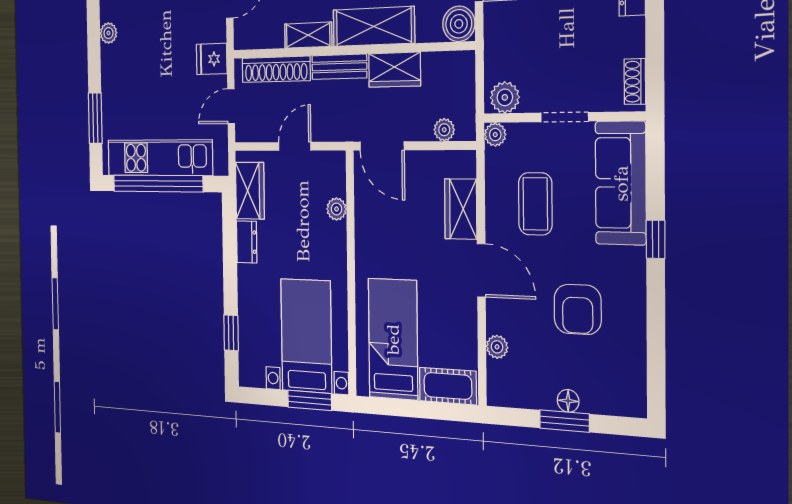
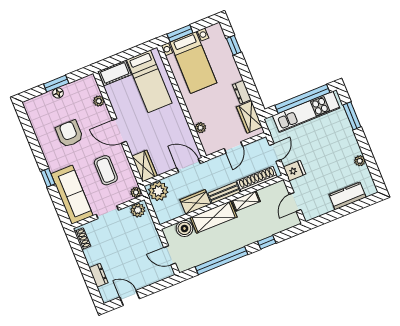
boiler: (459, 24) -> (184, 228), moved
plant: (444, 130) -> (158, 191), width x1.88, depth x1.88
wardrobe: (461, 209) -> (144, 166), moved

